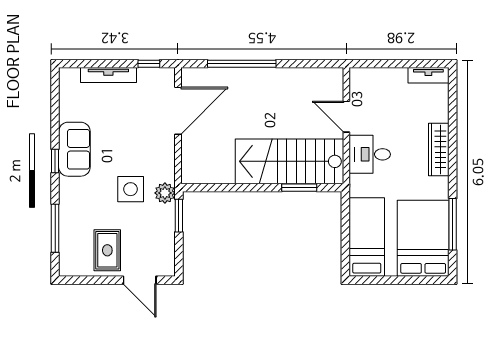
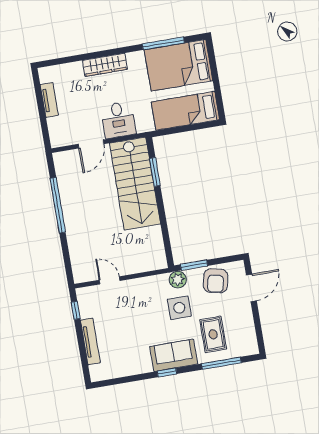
window: (242, 64) -> (58, 205), moved
tv unit: (428, 75) -> (49, 100), moved
door: (178, 111) -> (110, 280), width x0.53
sofa: (74, 149) -> (174, 355), moved
armchair: (156, 239) -> (216, 281), added
rug: (107, 250) -> (213, 334), moved, turned 90

